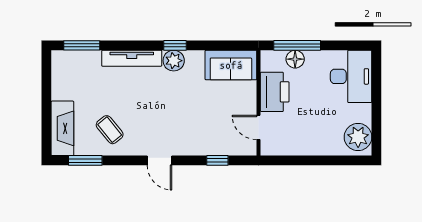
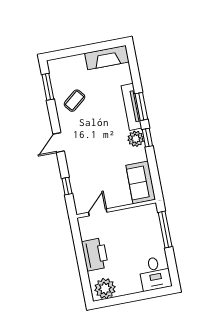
window: (82, 45) -> (141, 106), moved
floor lamp: (295, 59) -> (154, 230), removed
desk: (351, 76) -> (155, 273), width x0.73
printer: (275, 92) -> (95, 254), moved, turned -90
fireplace: (62, 128) -> (107, 58), moved

